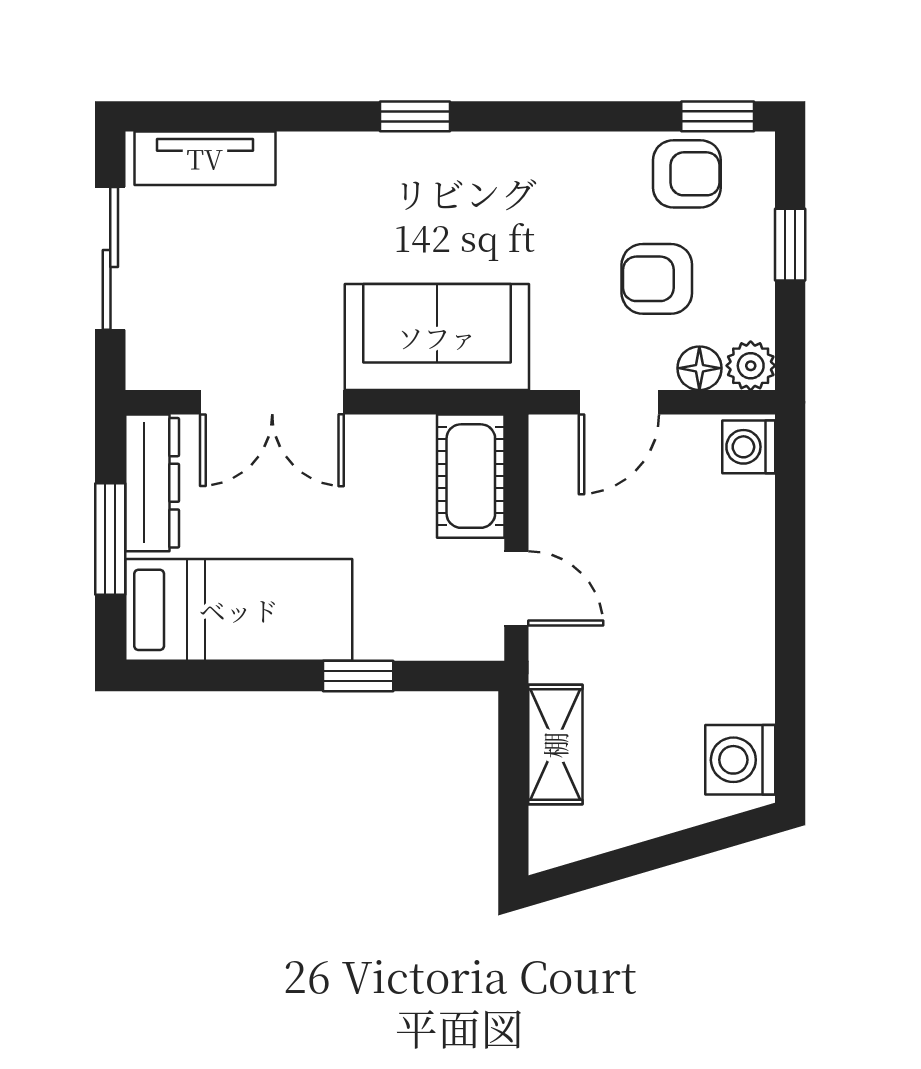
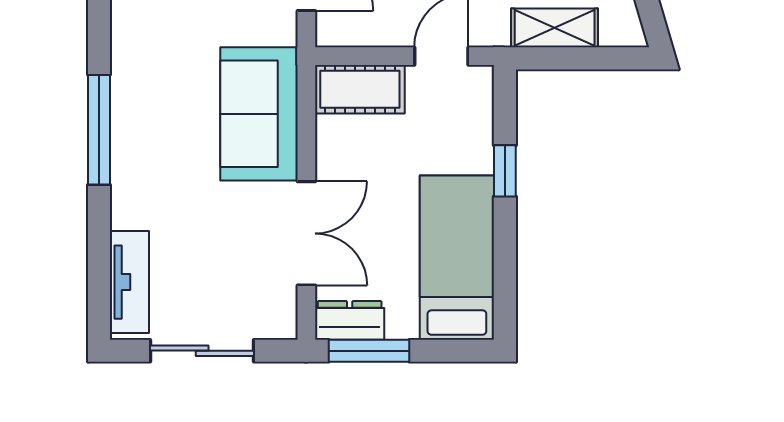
window: (415, 116) -> (99, 130), width x2.17
dresser: (152, 483) -> (350, 320), width x0.70
window: (110, 539) -> (369, 351), moved

